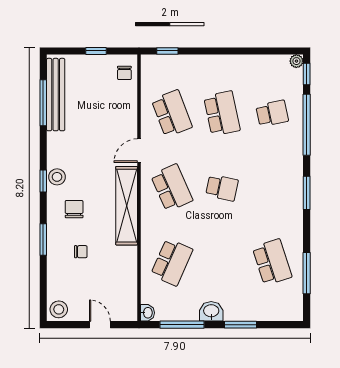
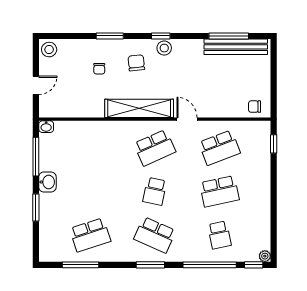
window: (96, 51) -> (274, 82), removed
chair: (74, 209) -> (136, 63), turned -96
school desk: (172, 262) -> (155, 235), moved

